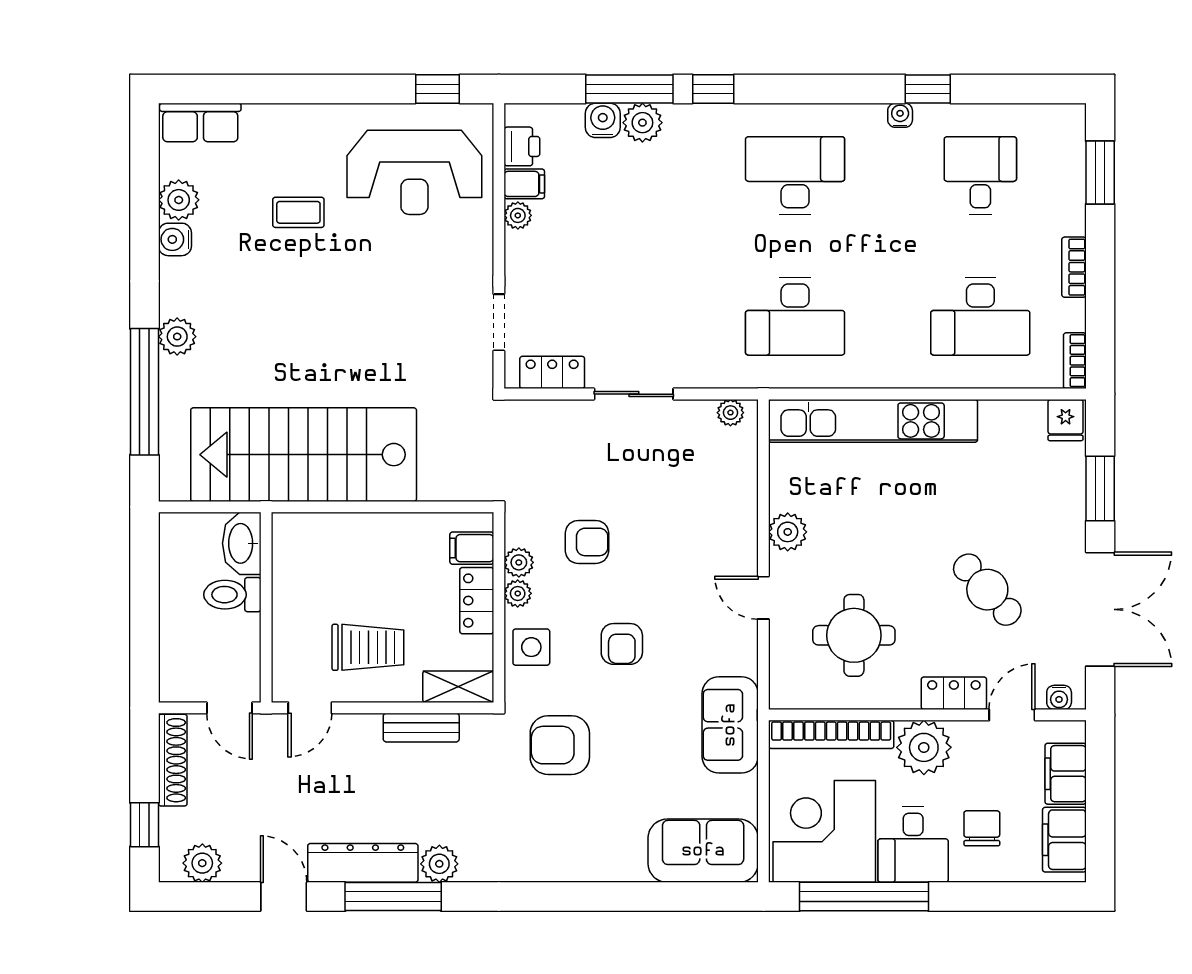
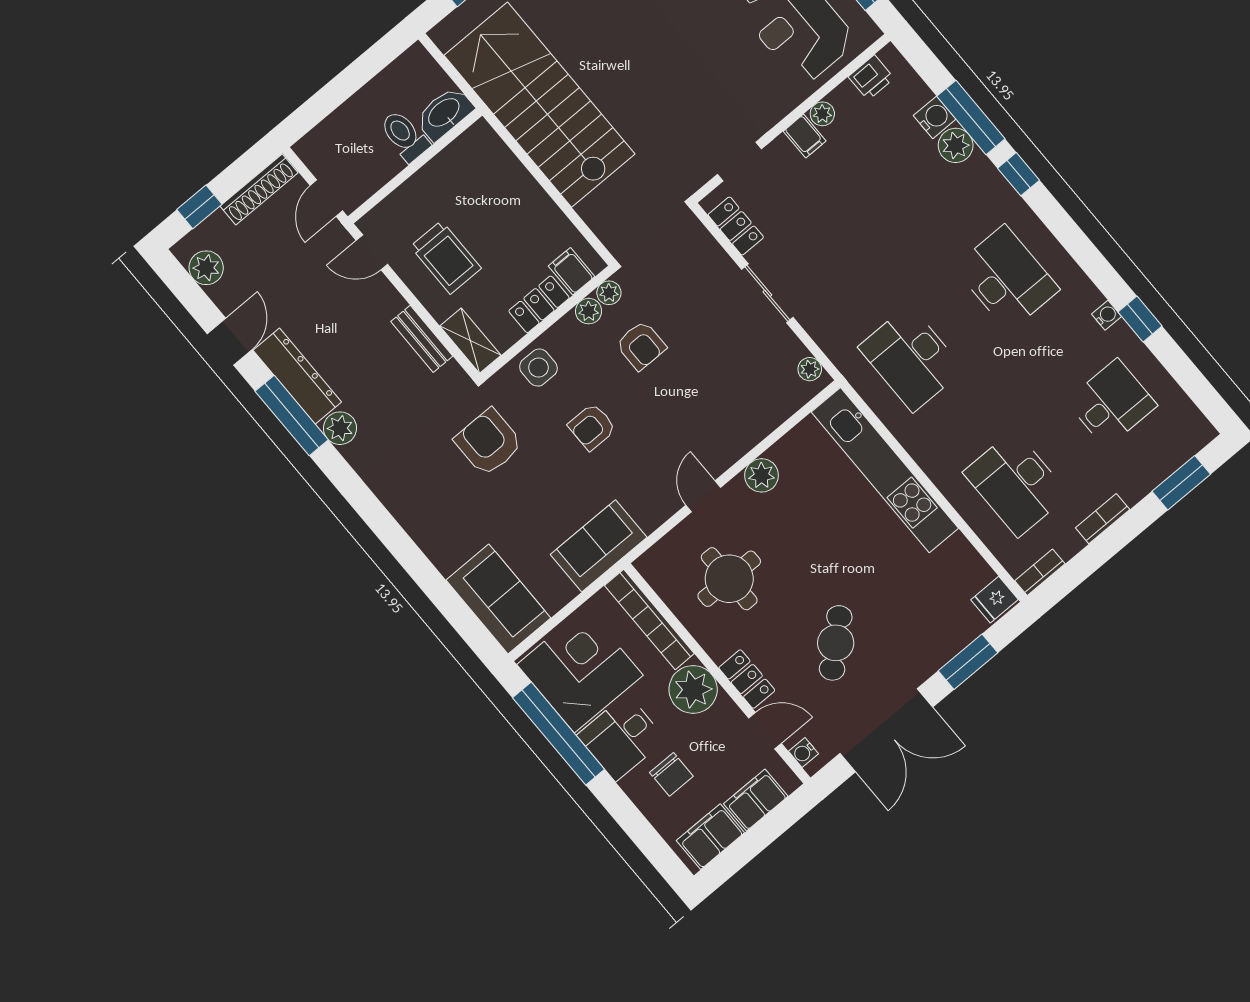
filing cabinet: (524, 184) -> (805, 136), moved
plant: (518, 593) -> (609, 293), moved
chair: (982, 828) -> (671, 774), turned 90

